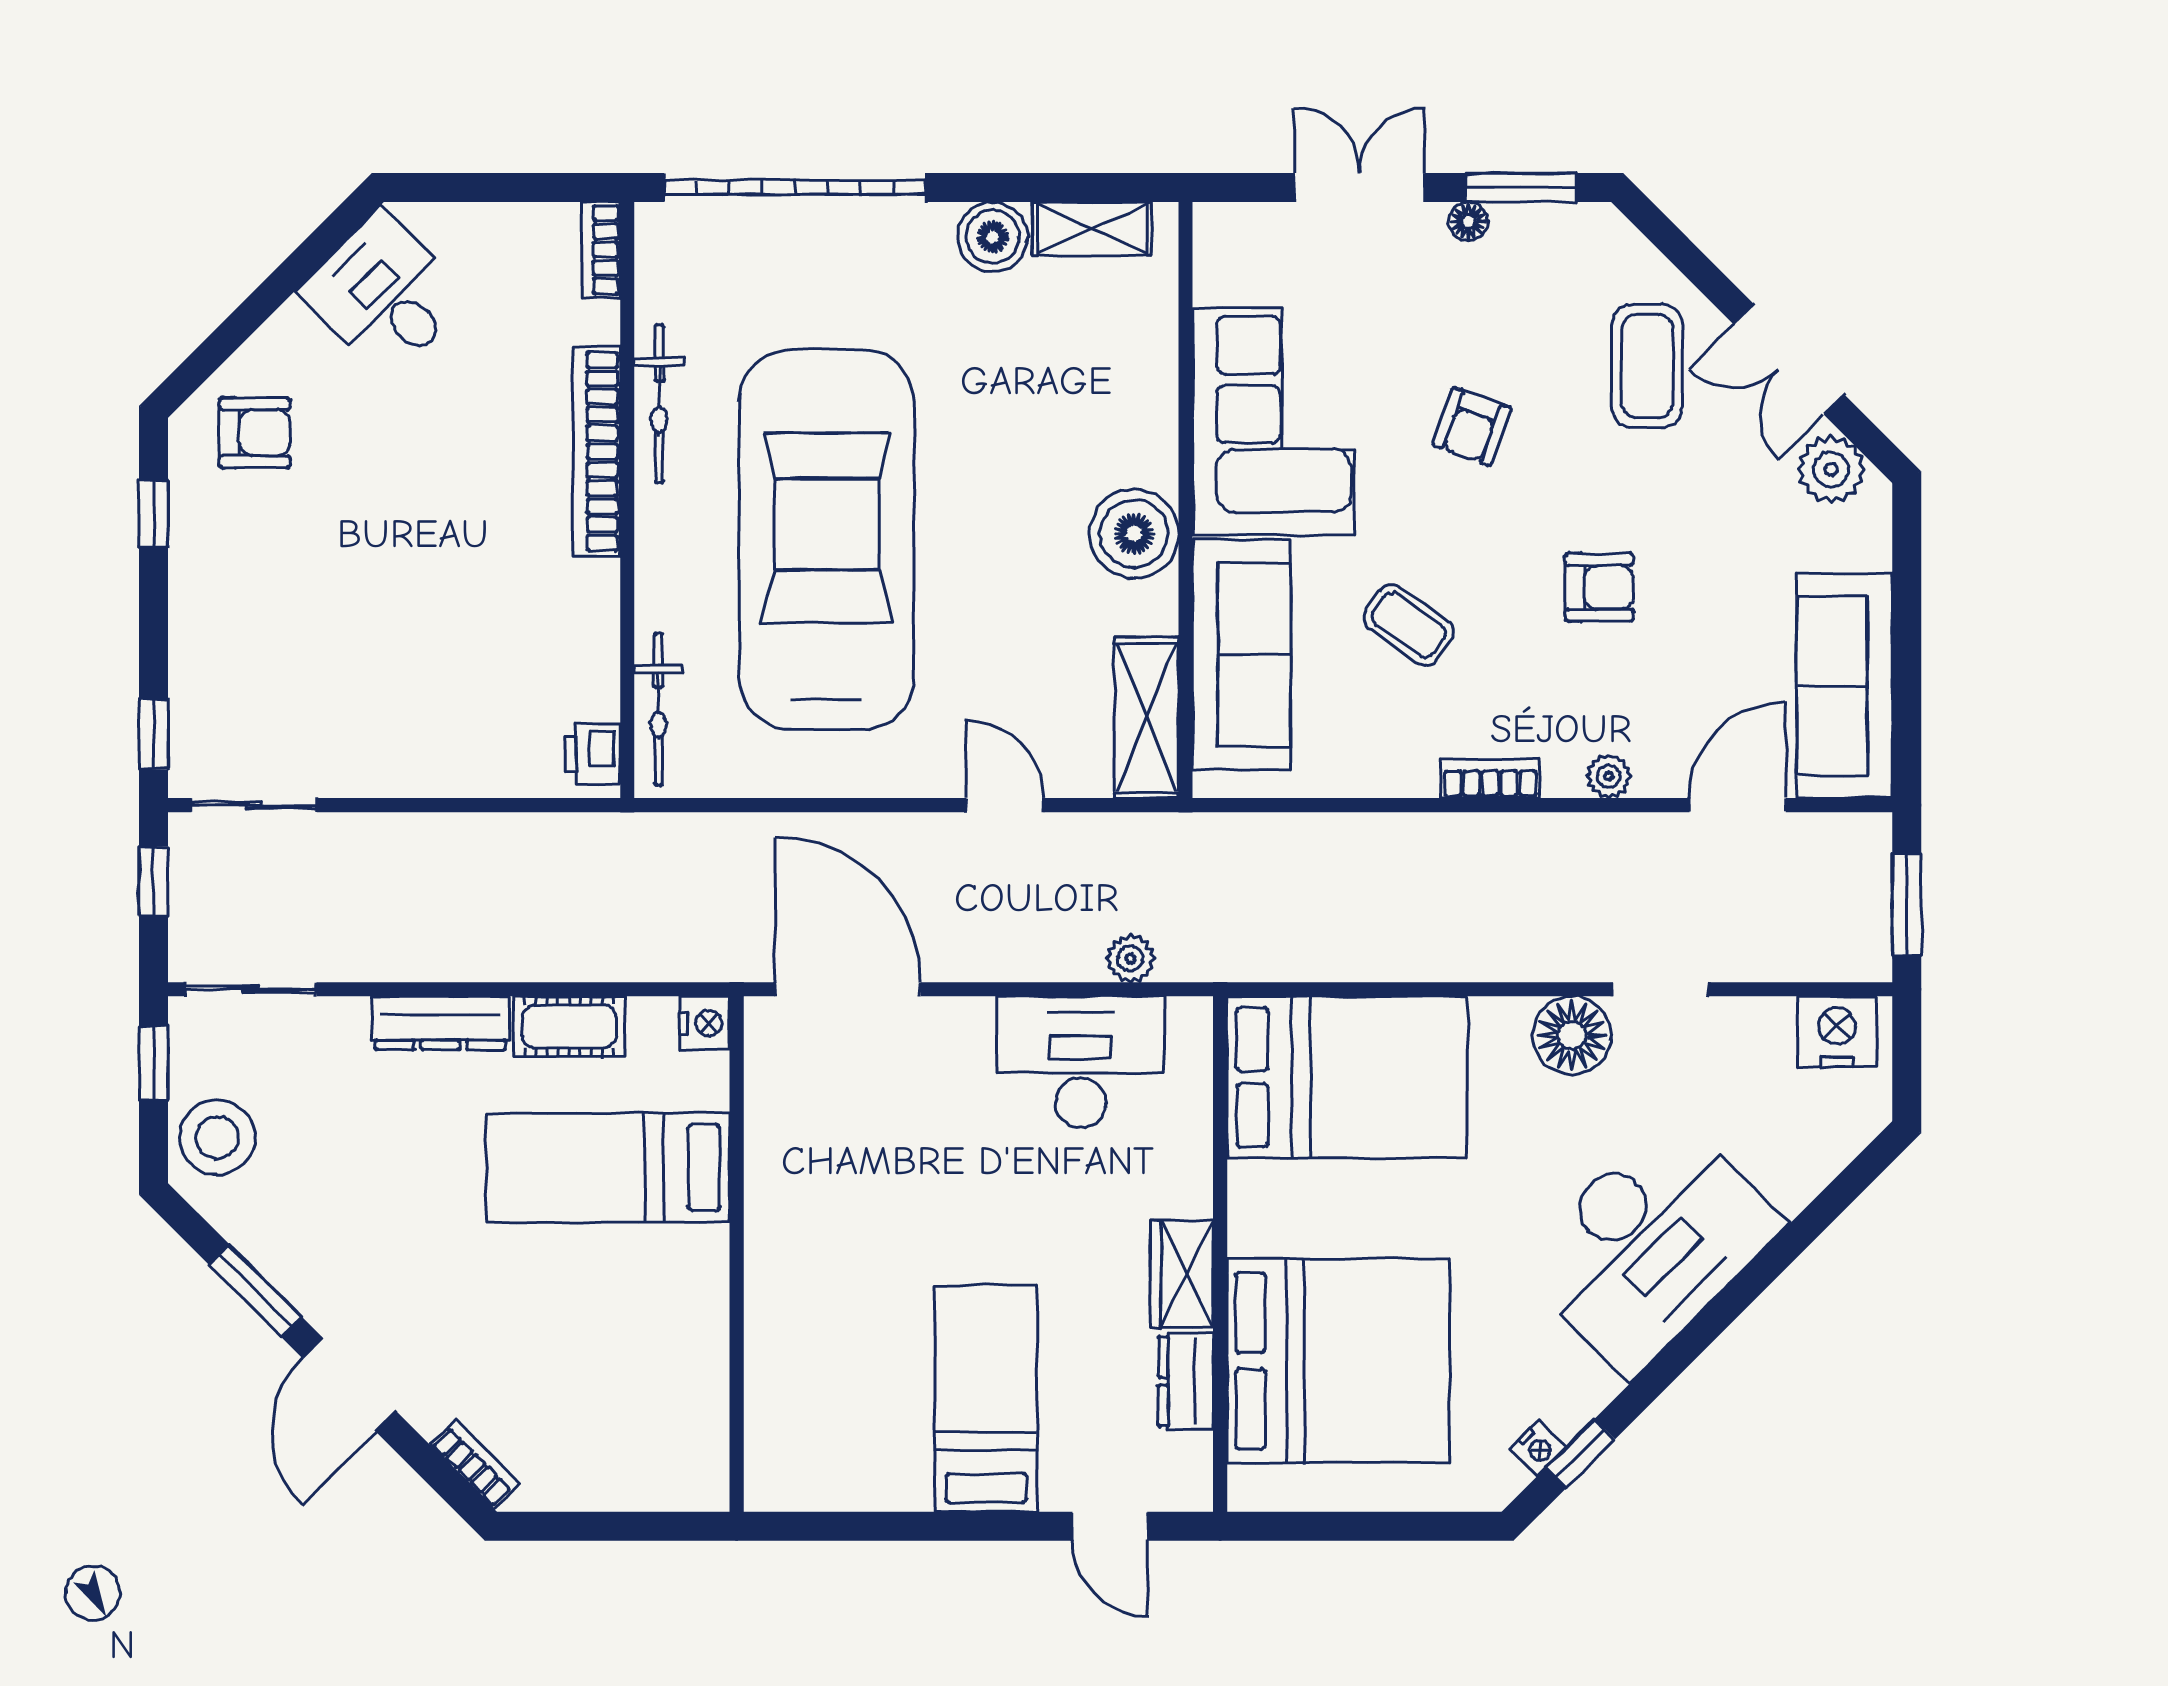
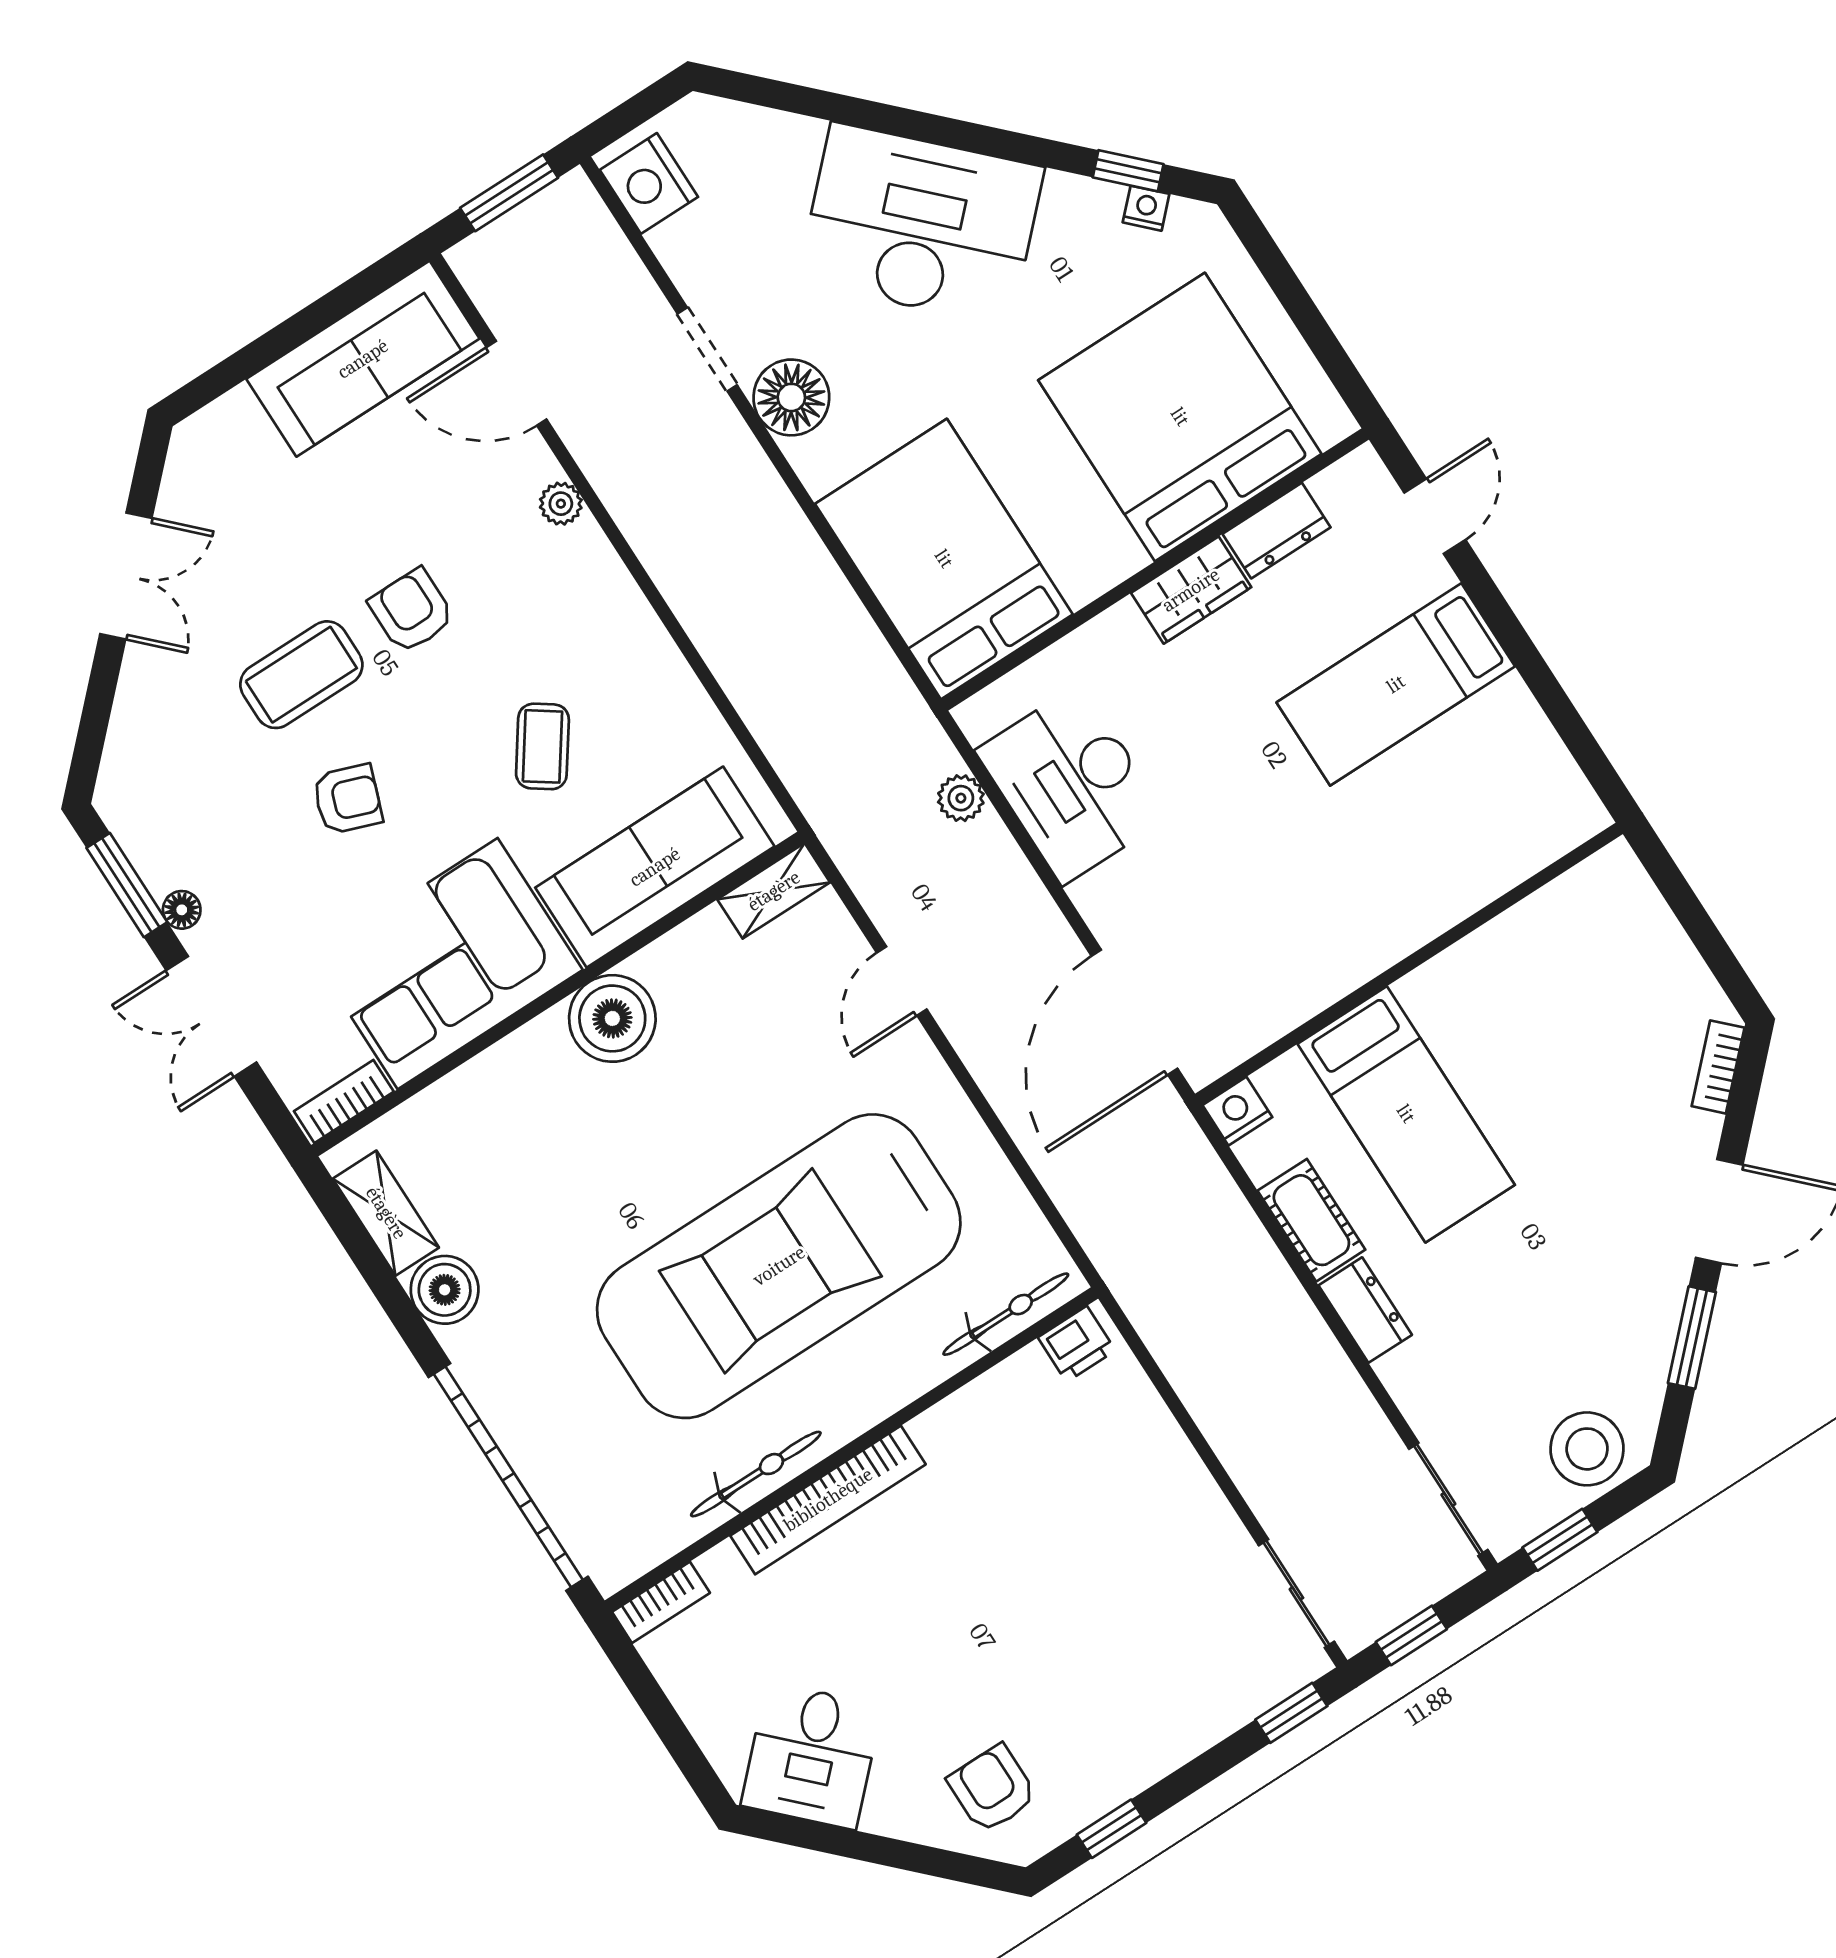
coffee table: (1647, 366) -> (301, 675), moved
plant: (1831, 469) -> (194, 484), removed
shelving: (1146, 718) -> (774, 891), width x0.67, depth x0.75
bookcase: (1490, 779) -> (344, 1101), moved, turned 90
dresser: (440, 1023) -> (1365, 1310), width x0.70

